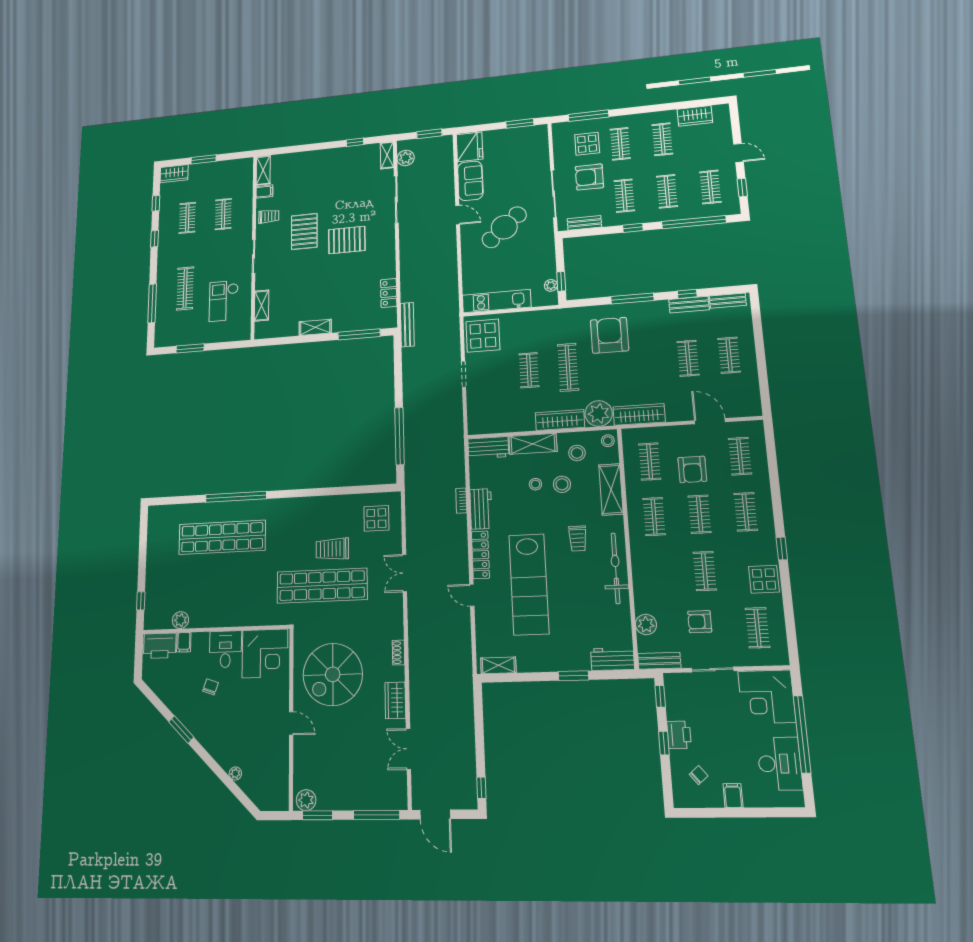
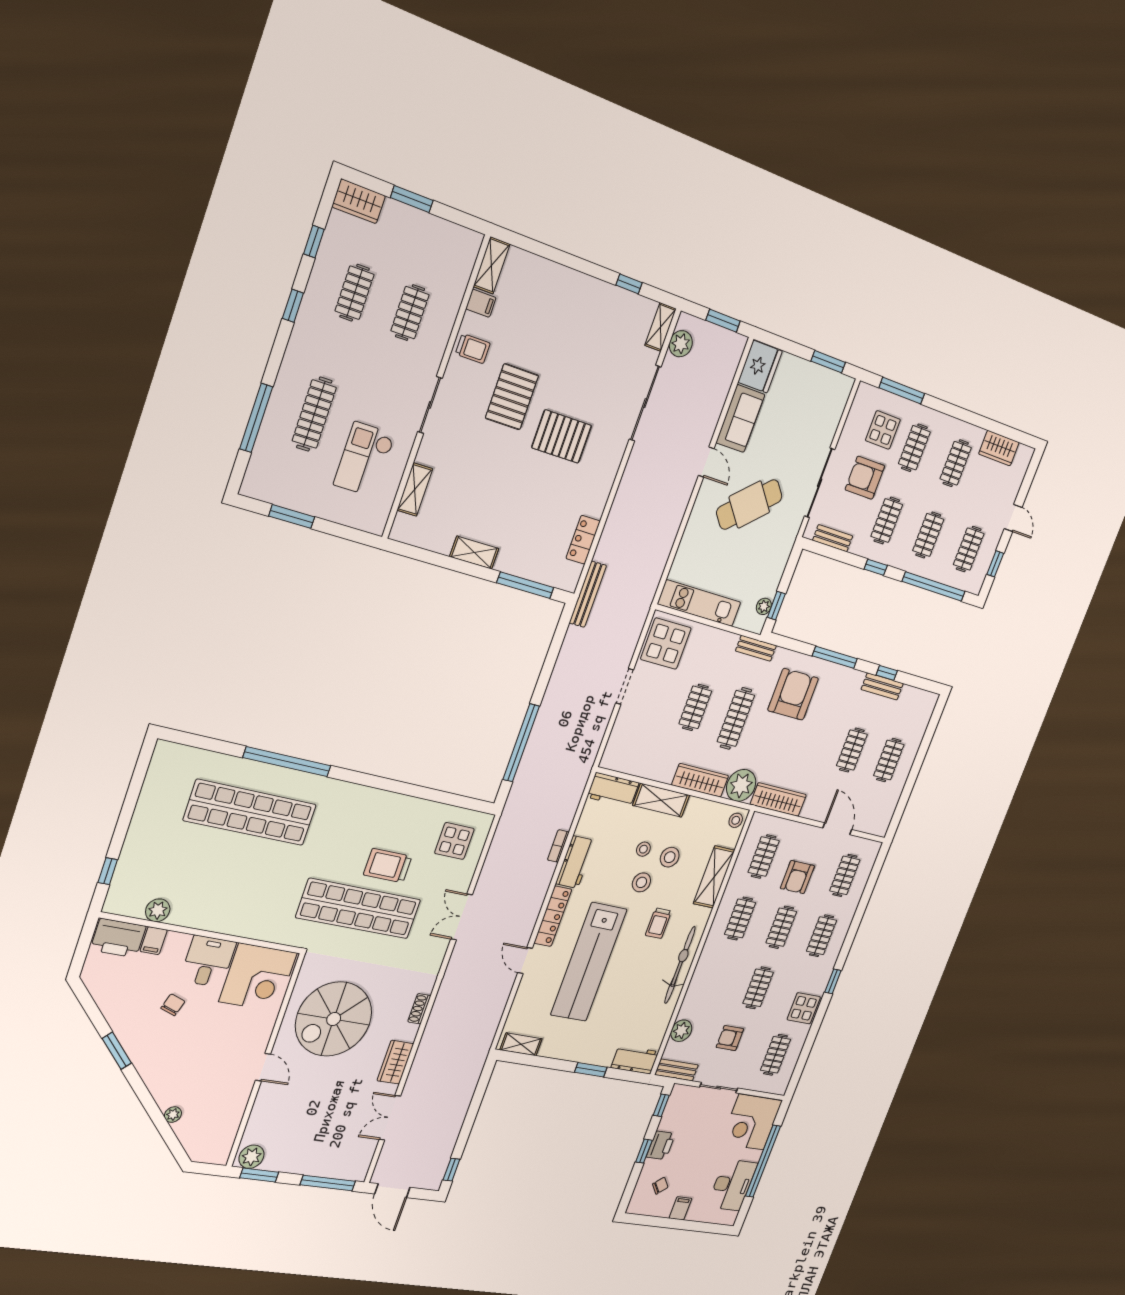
bench: (728, 301) -> (756, 648), moved
stool: (577, 453) -> (641, 882), moved

